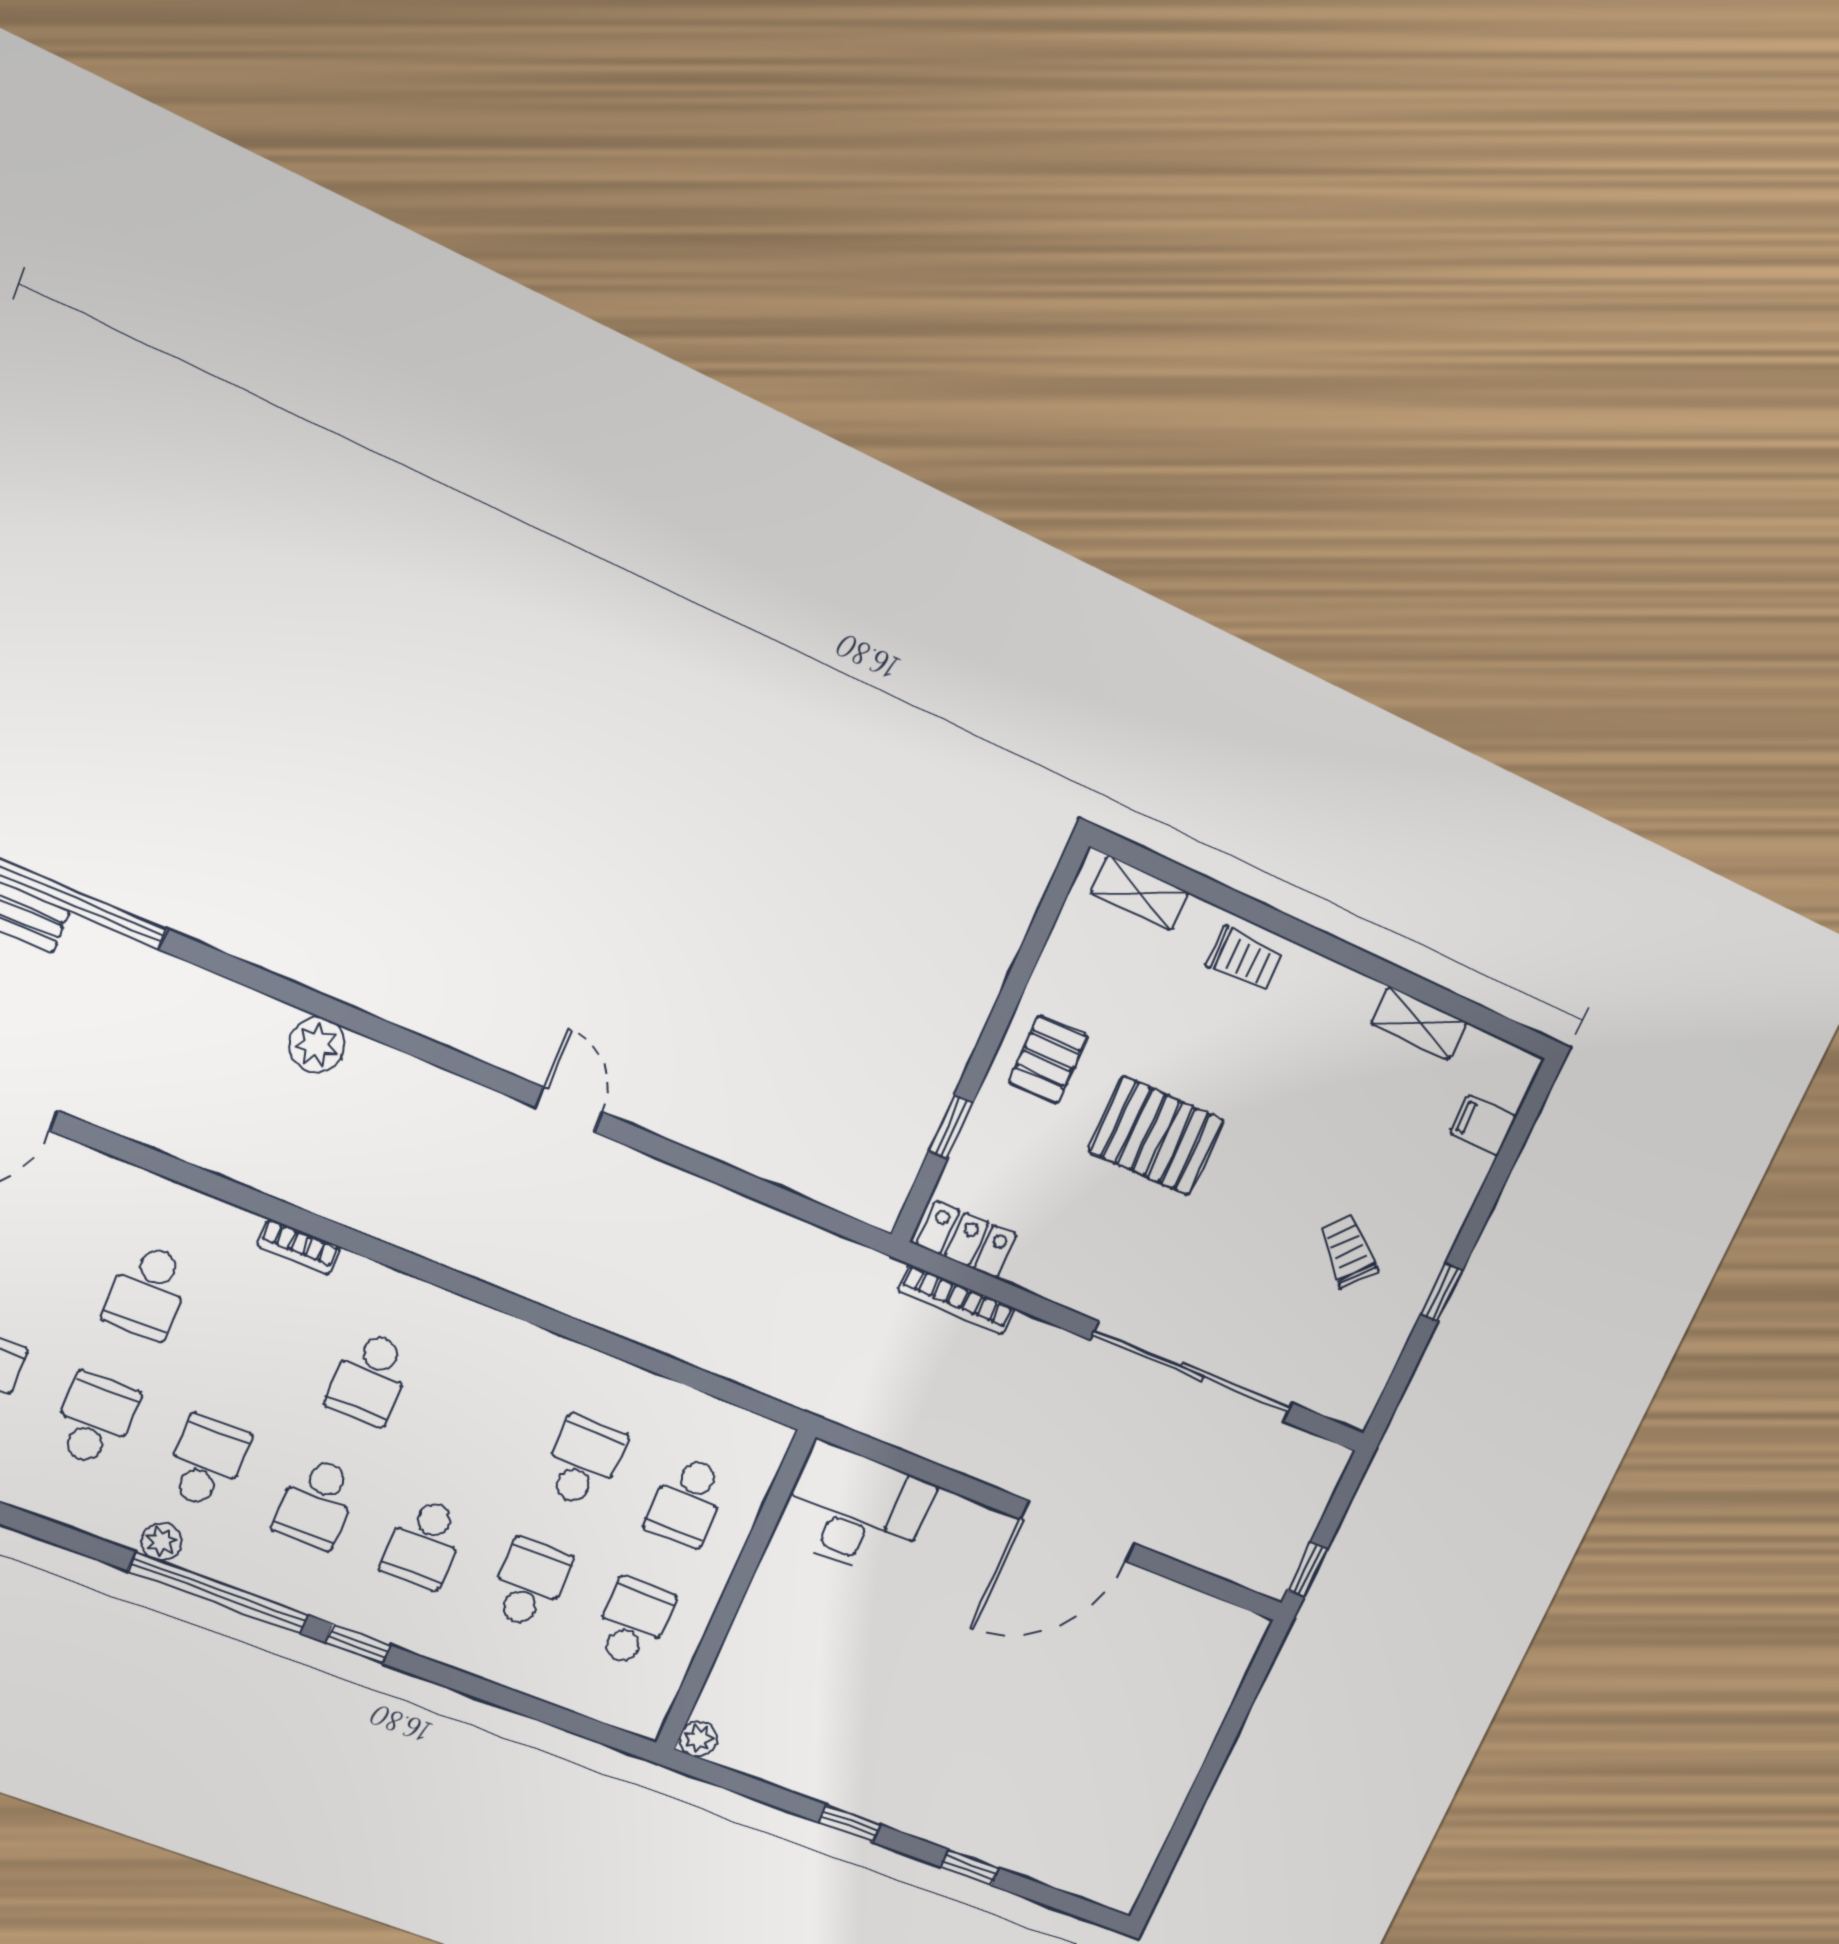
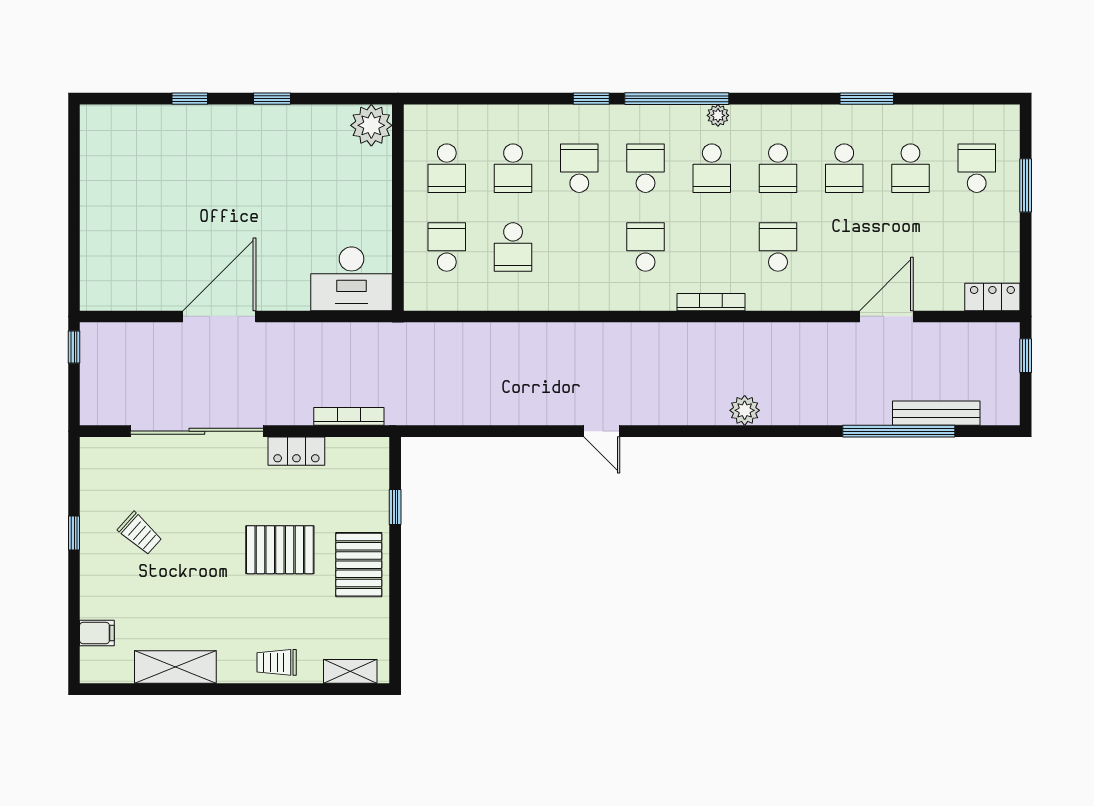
shelving: (1419, 1023) -> (175, 667), width x1.50, depth x1.33
pallet: (1048, 1059) -> (359, 565), width x1.50, depth x1.42
locker: (967, 1240) -> (296, 451), moved
bookcase: (299, 1247) -> (711, 302), width x1.56
plant: (698, 1739) -> (371, 125), width x1.88, depth x1.88

